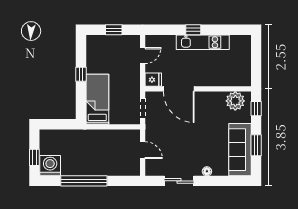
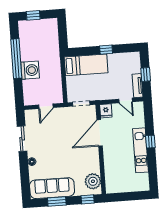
tv unit: (126, 40) -> (138, 86), added
washing machine: (50, 166) -> (30, 70), moved

